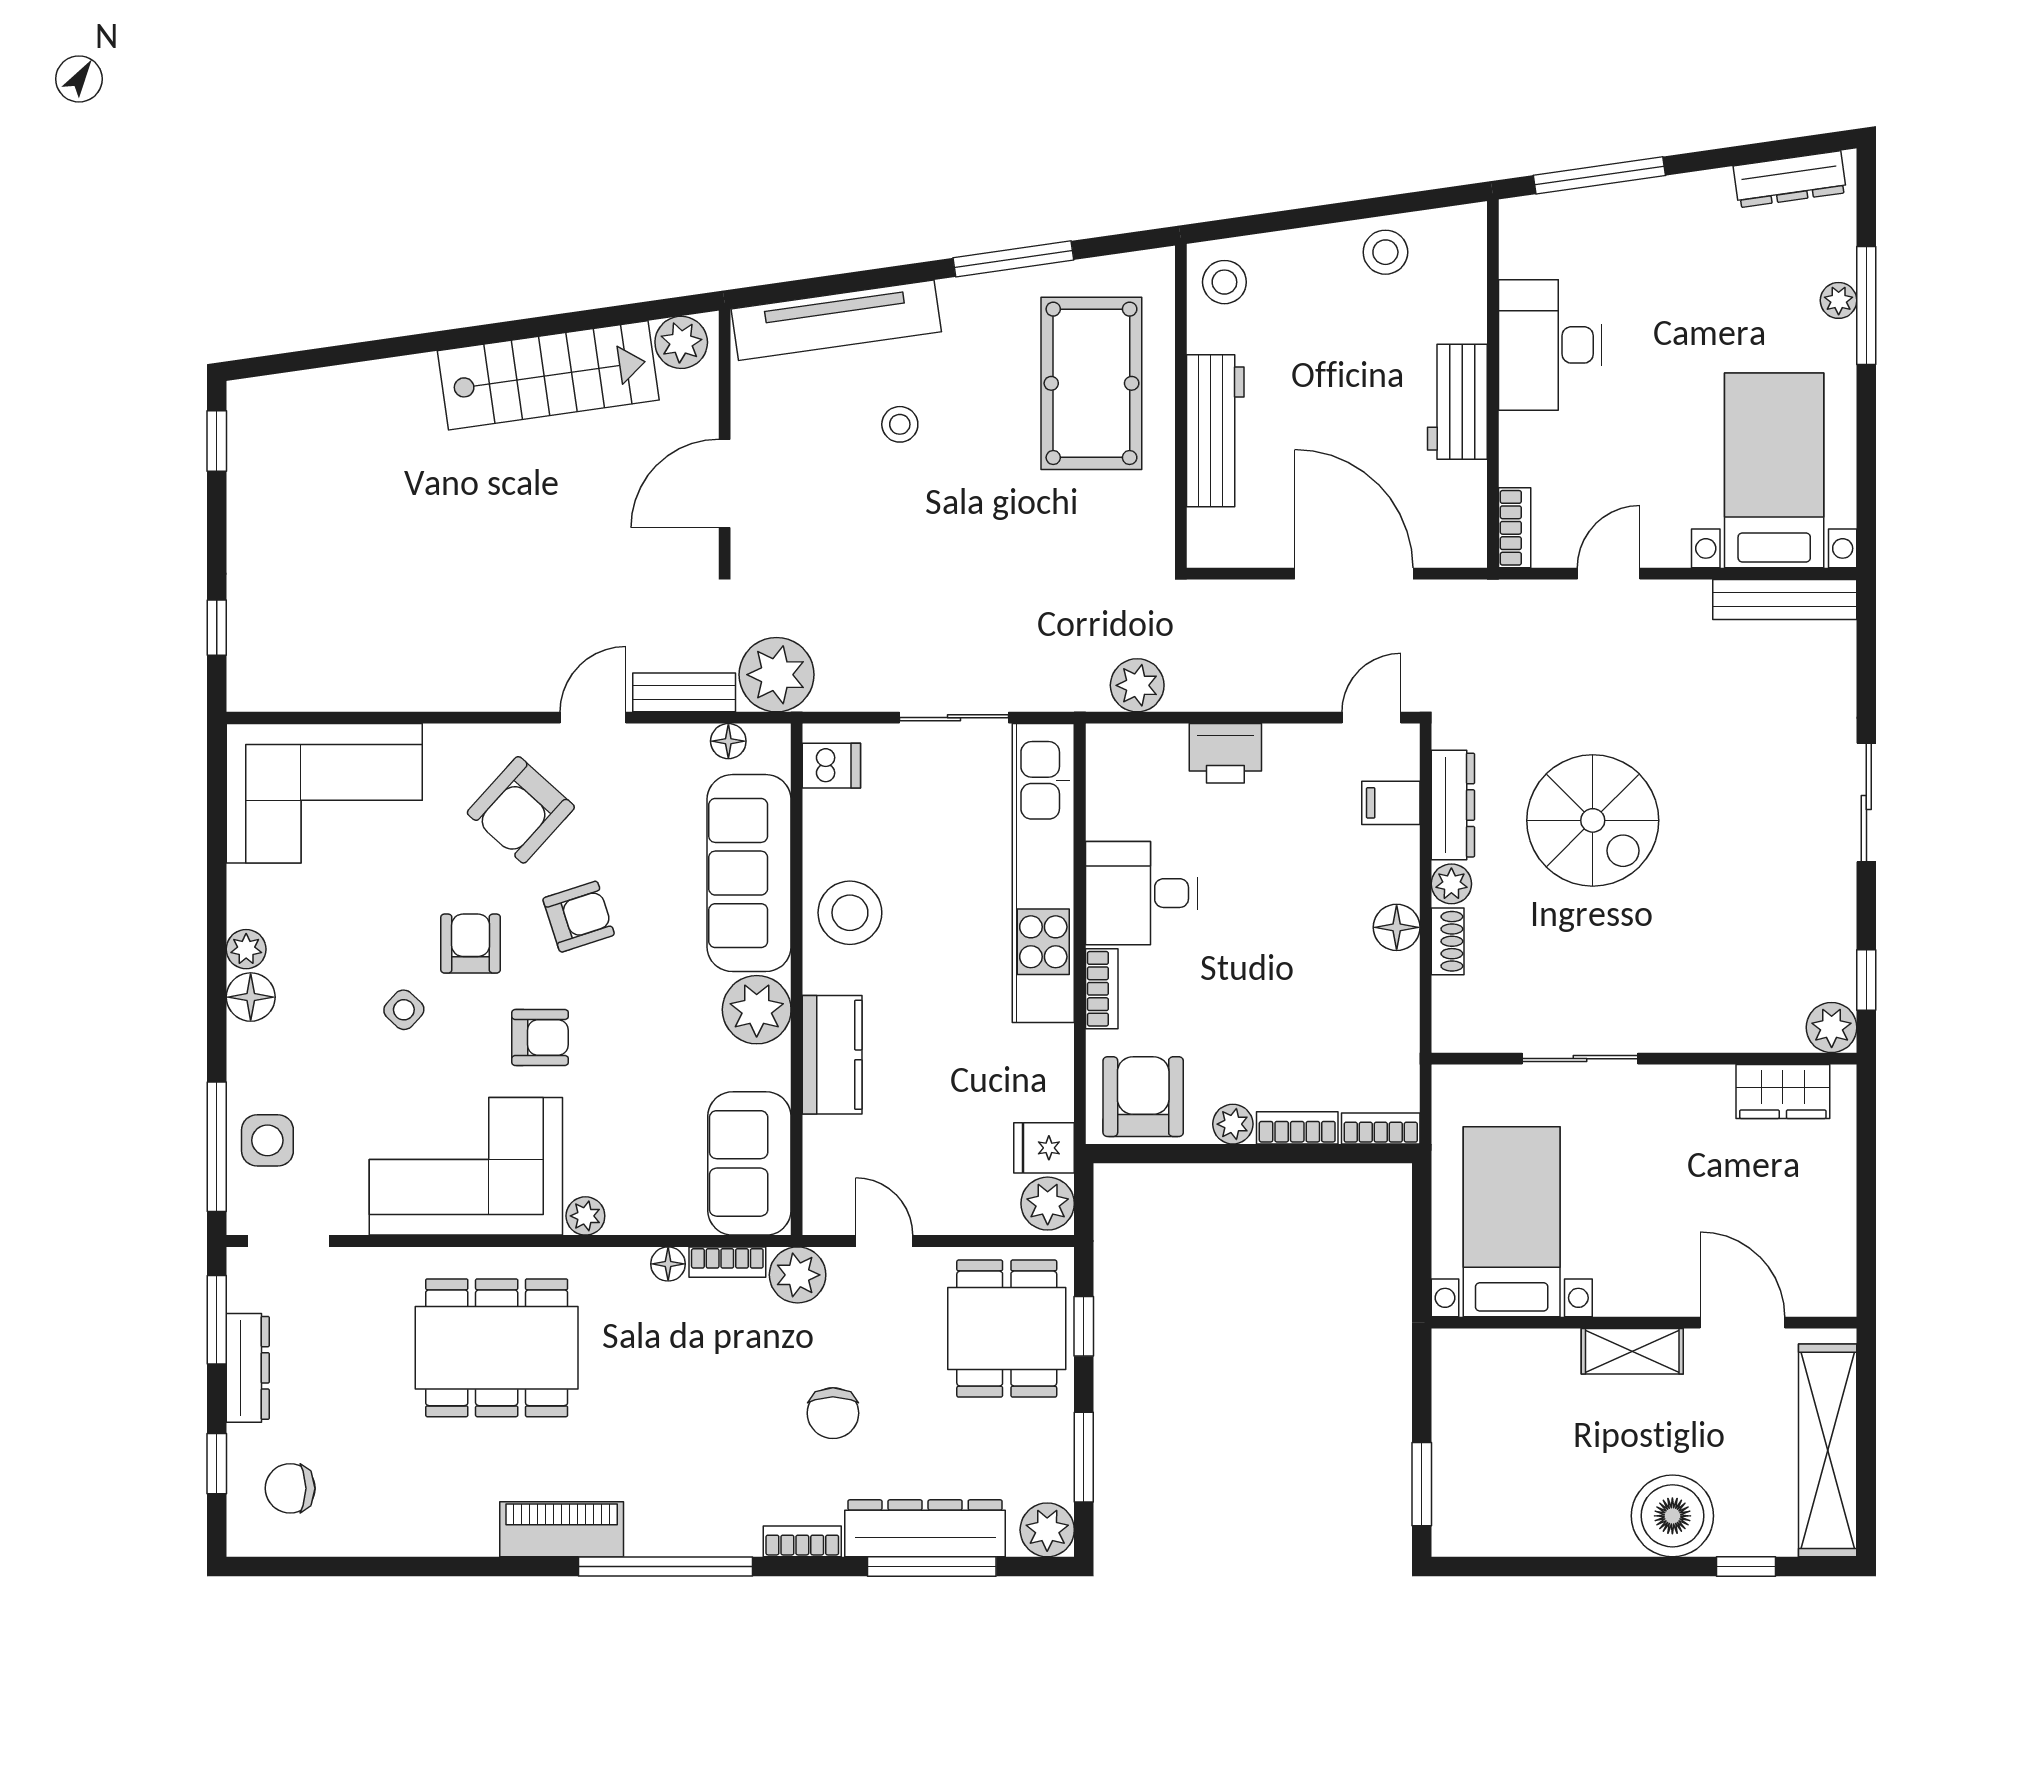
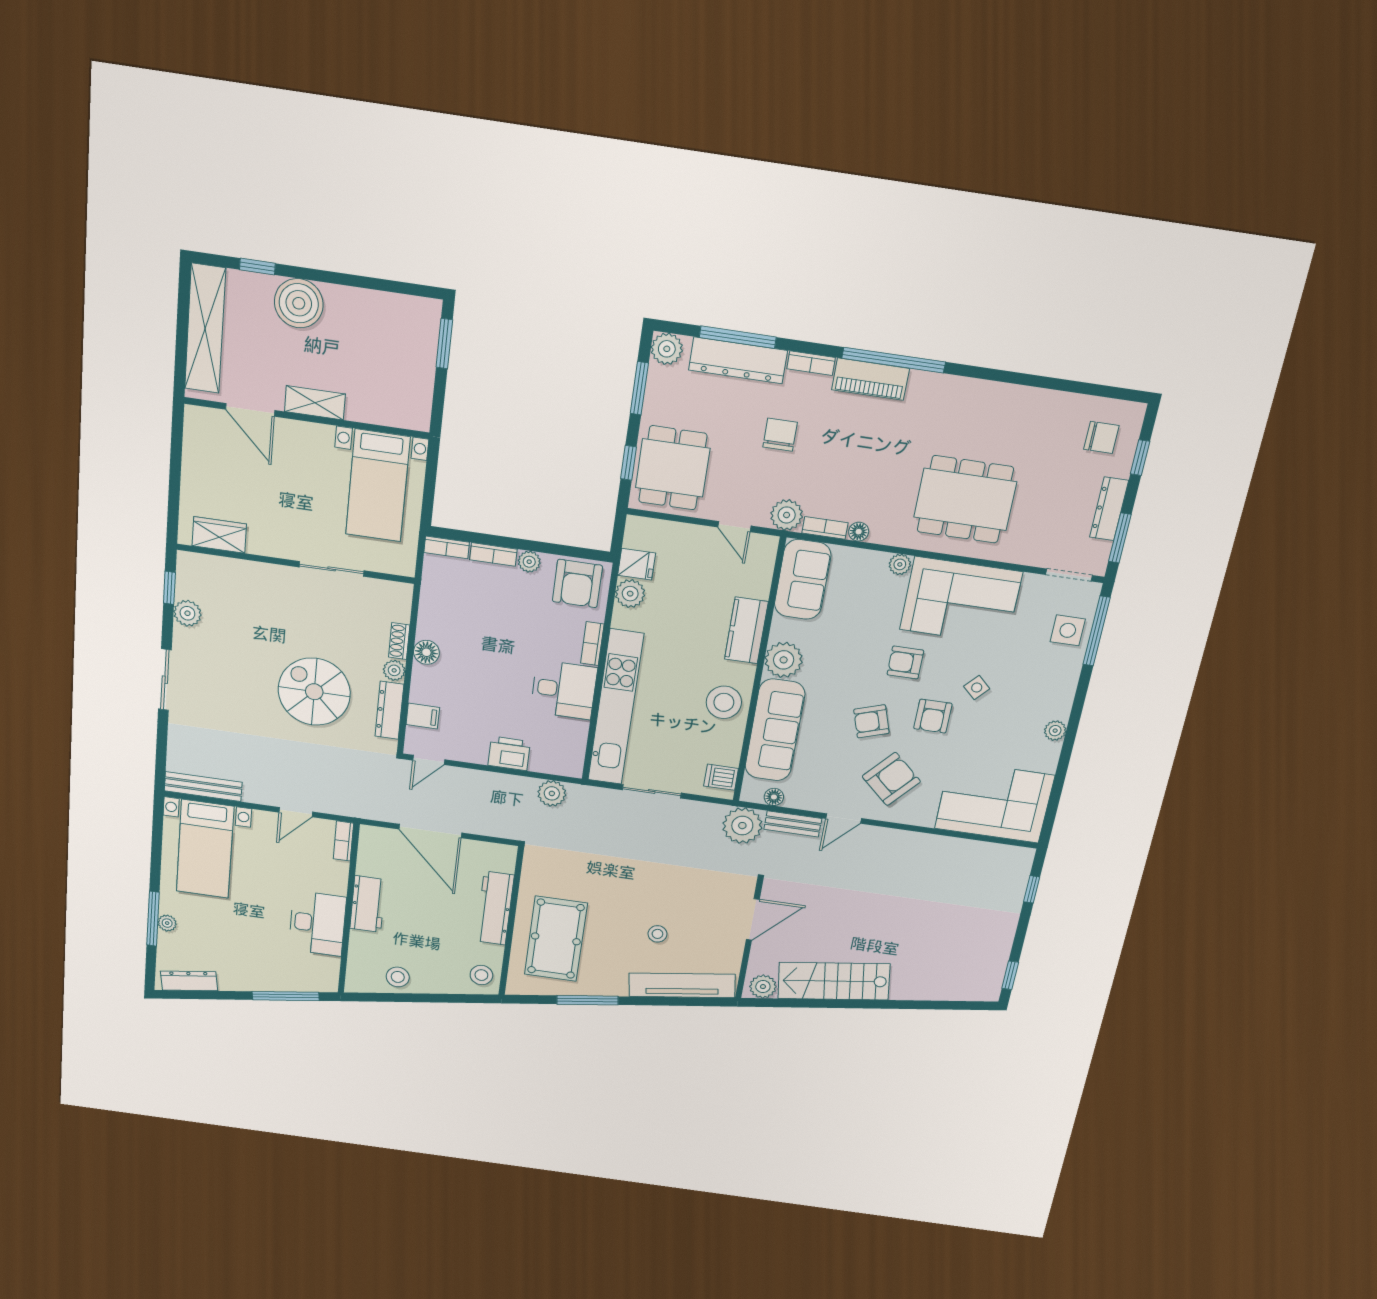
floor lamp: (251, 997) -> (1059, 706), removed
plant: (1832, 1027) -> (187, 613), moved
plant: (1048, 1204) -> (630, 594), moved
piano: (562, 1529) -> (871, 379), moved

